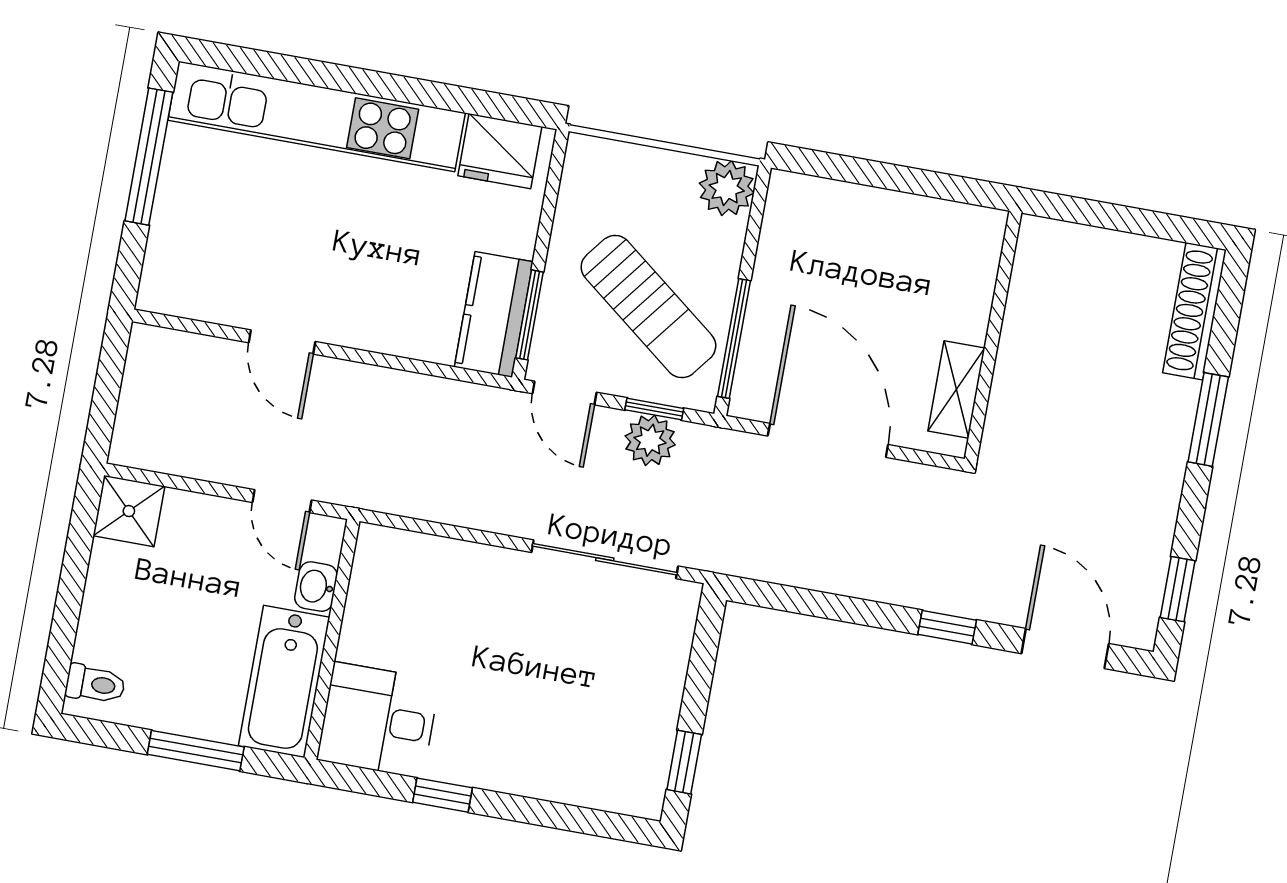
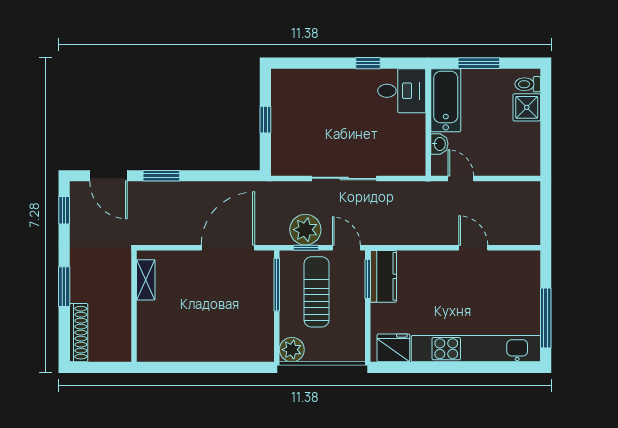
sun lounger: (648, 307) -> (317, 292), turned 52
wall: (993, 336) -> (134, 306), moved
shelving: (956, 390) -> (146, 280), moved
plant: (650, 440) -> (305, 230), width x1.36, depth x1.36
door: (828, 440) -> (228, 248), swing flipped
shower: (129, 511) -> (527, 107), moved
sliding door: (605, 559) -> (344, 178), moved
window: (947, 627) -> (161, 176), width x1.50
window: (684, 762) -> (265, 120), moved

